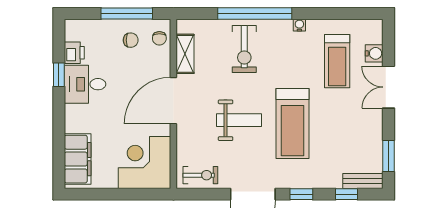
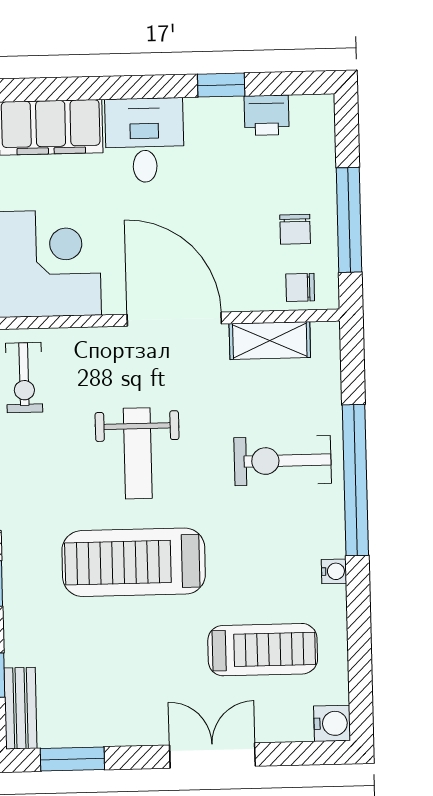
water cooler: (374, 53) -> (332, 723), moved, turned -90
treadmill: (337, 61) -> (263, 650), turned 180
desk: (85, 84) -> (145, 140), moved

